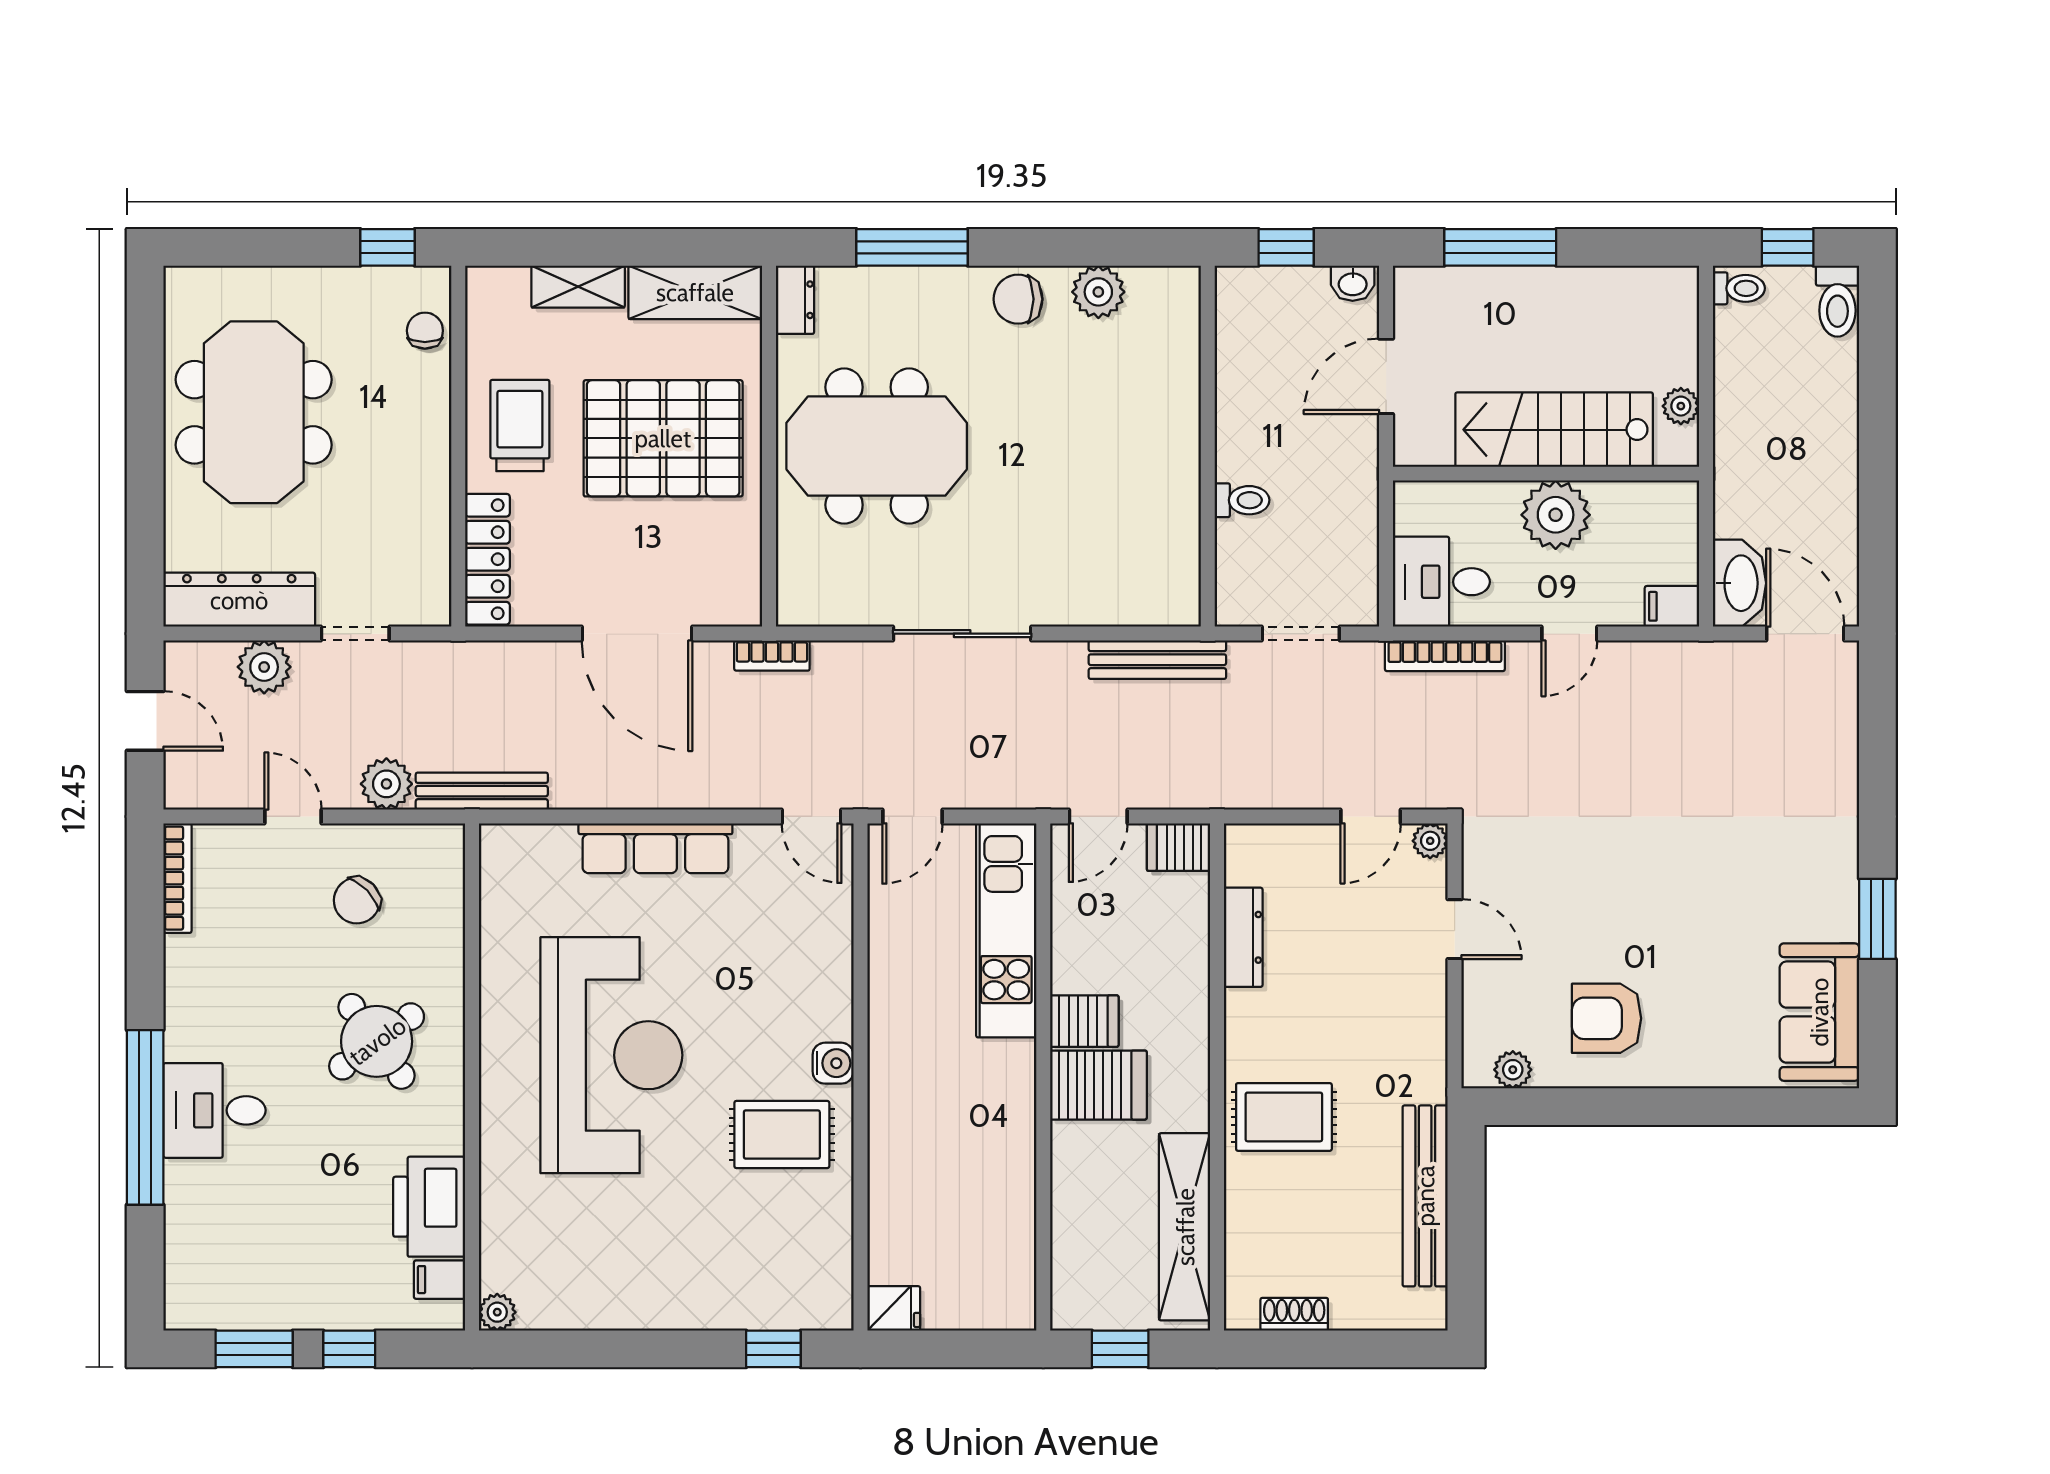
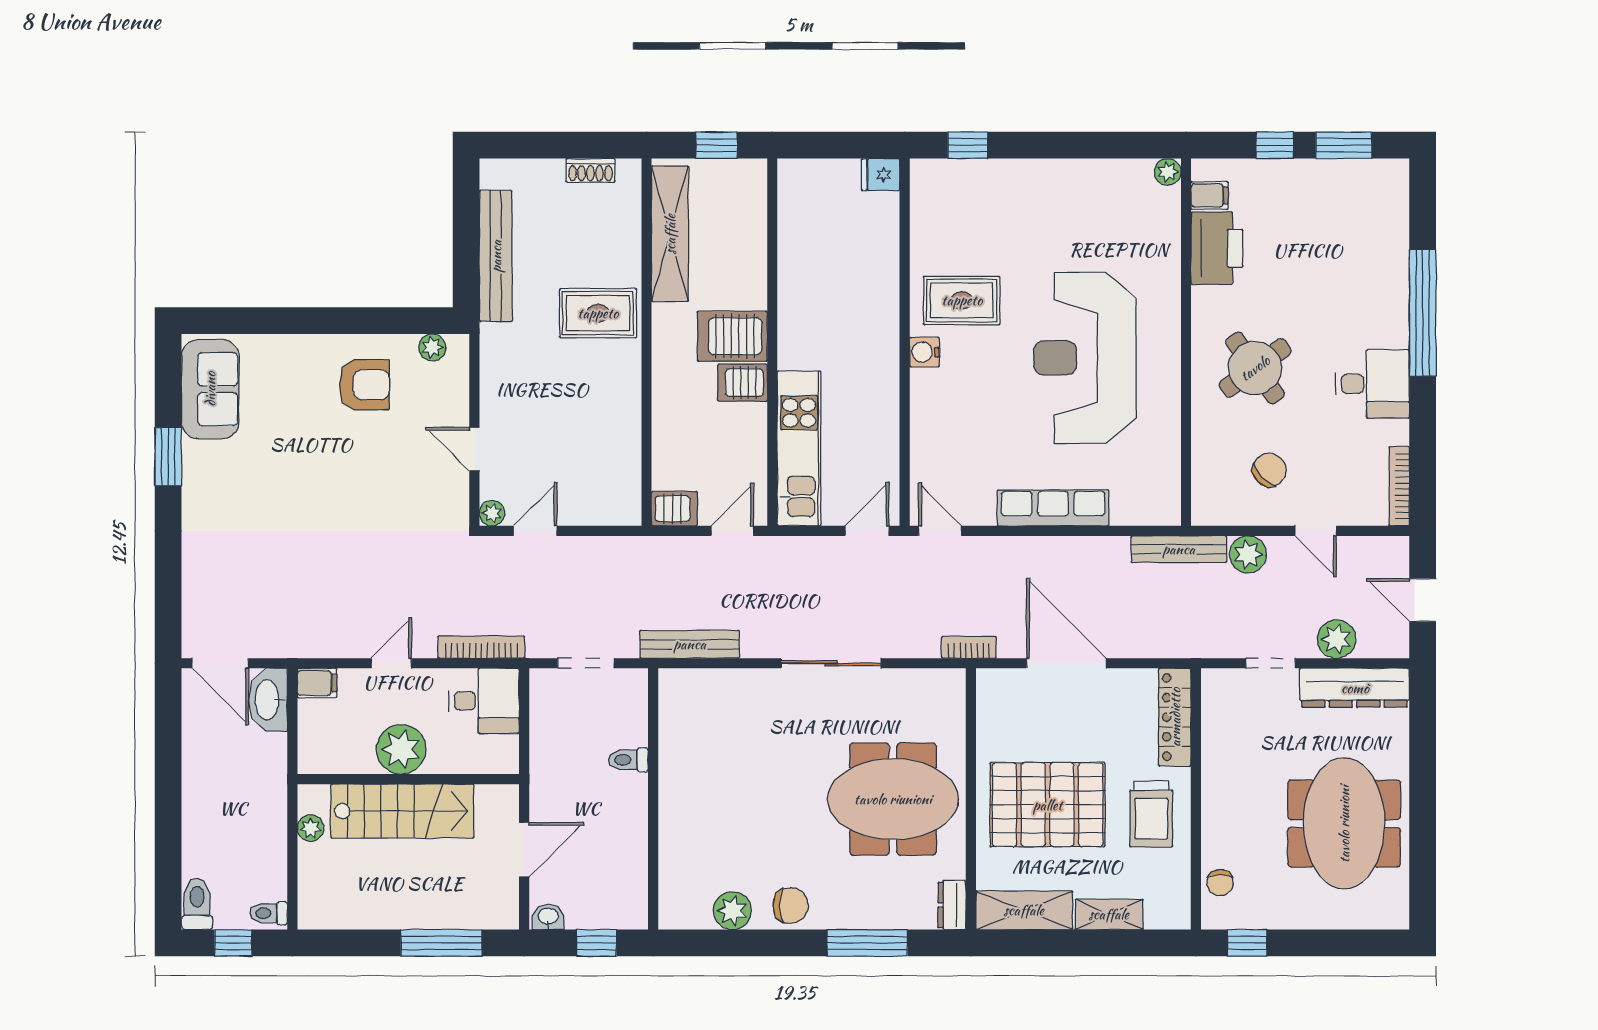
dresser: (1243, 937) -> (627, 443), removed
desk: (214, 1110) -> (1372, 384), moved

